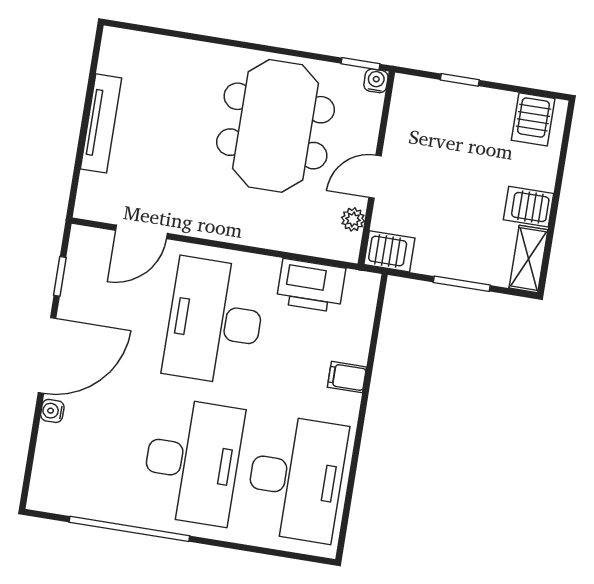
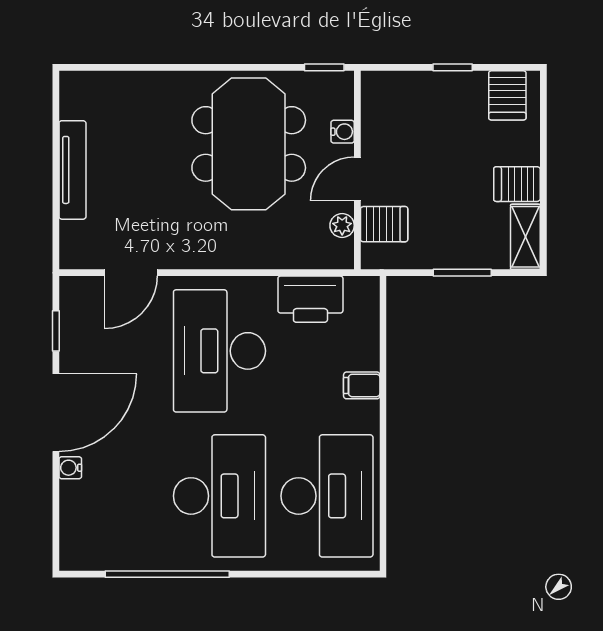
window: (460, 80) -> (453, 67), moved
water cooler: (376, 81) -> (343, 132), moved, turned 90
server rack: (389, 251) -> (384, 224), moved

